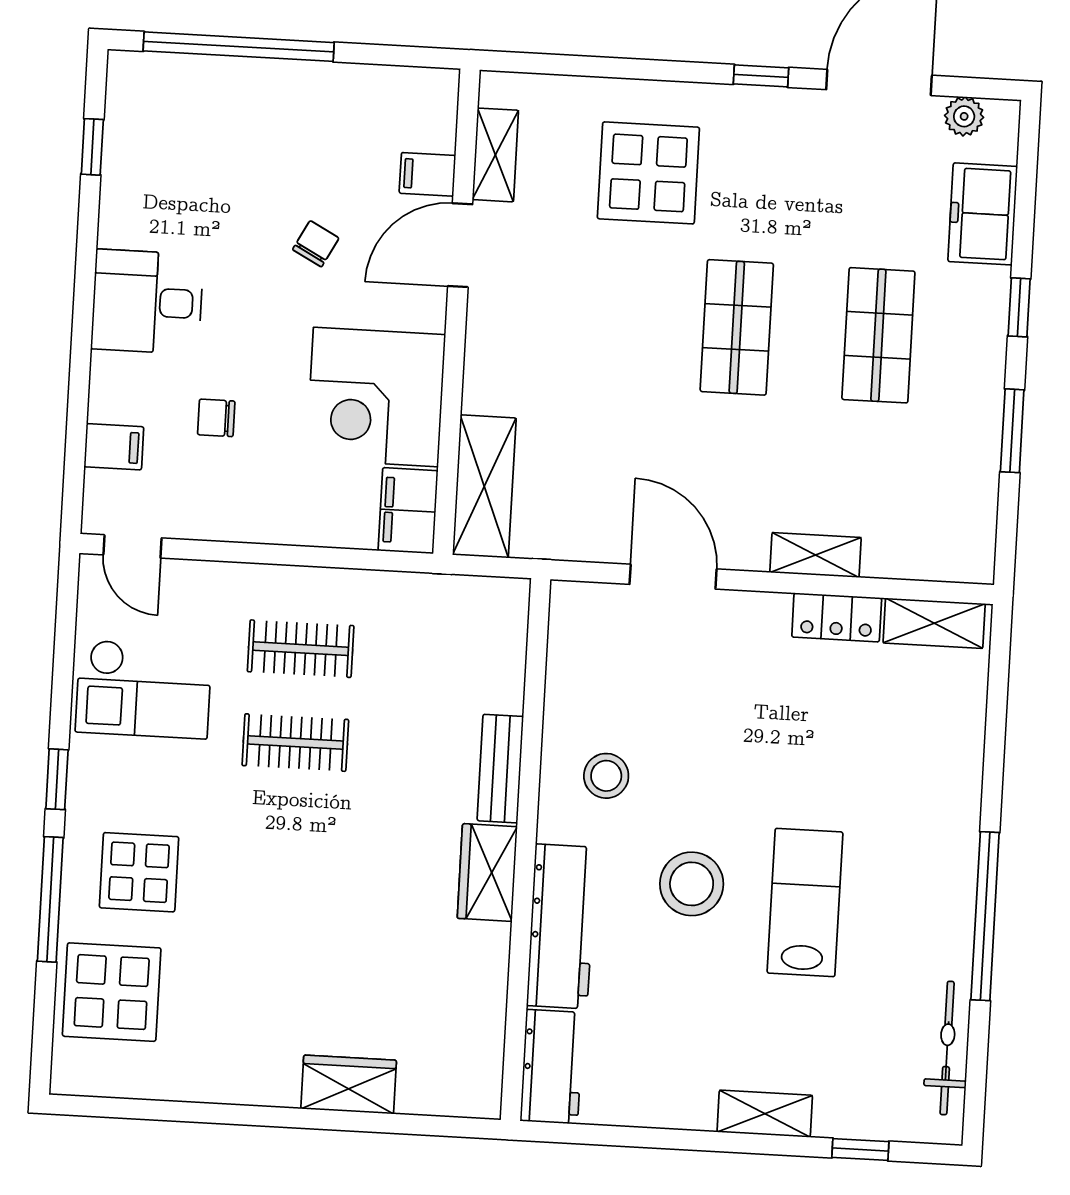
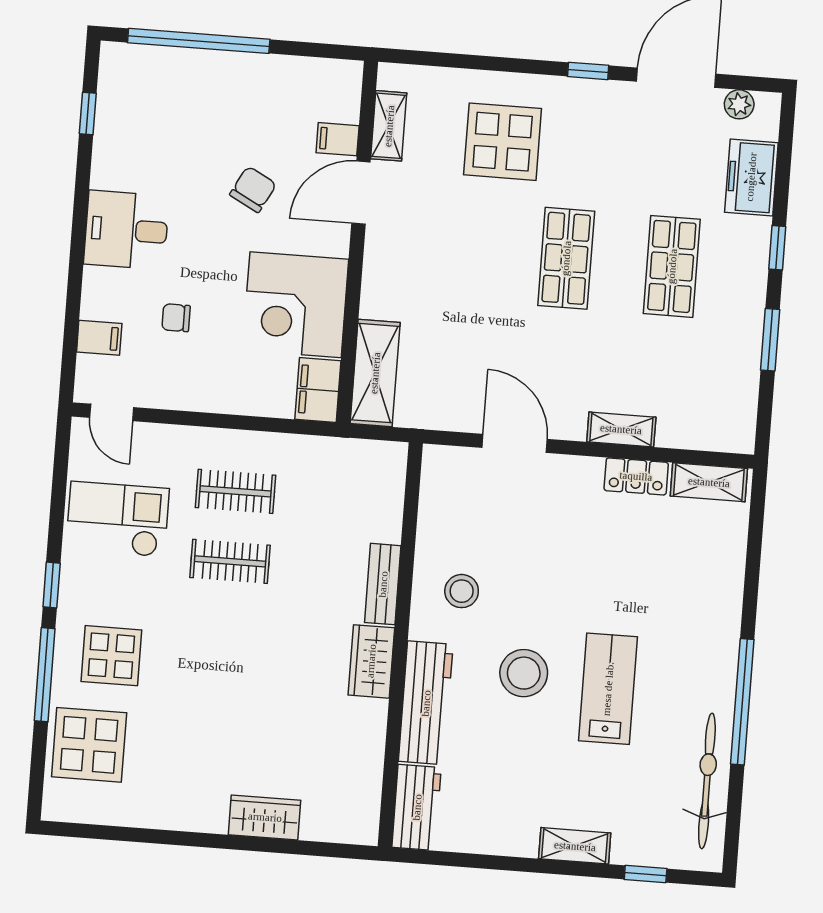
chair: (316, 244) -> (253, 189), width x1.37, depth x1.37
checkout: (144, 689) -> (118, 519), turned 180
bicycle: (947, 1048) -> (707, 781), width x1.37, depth x1.40

